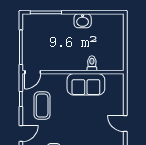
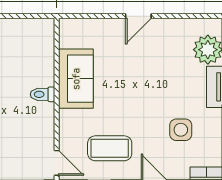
toilet: (92, 63) -> (43, 94), moved

